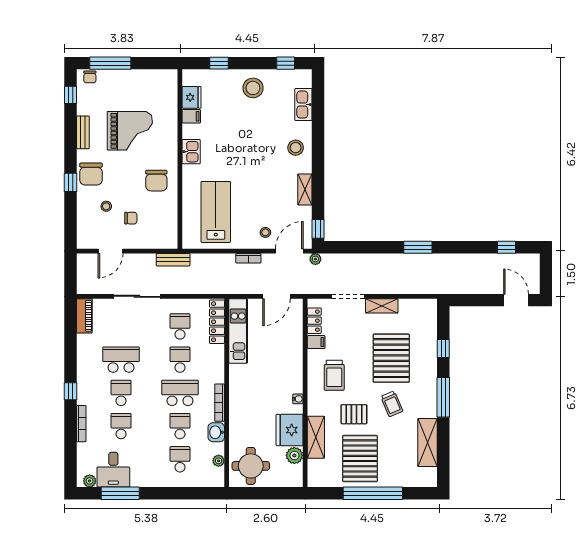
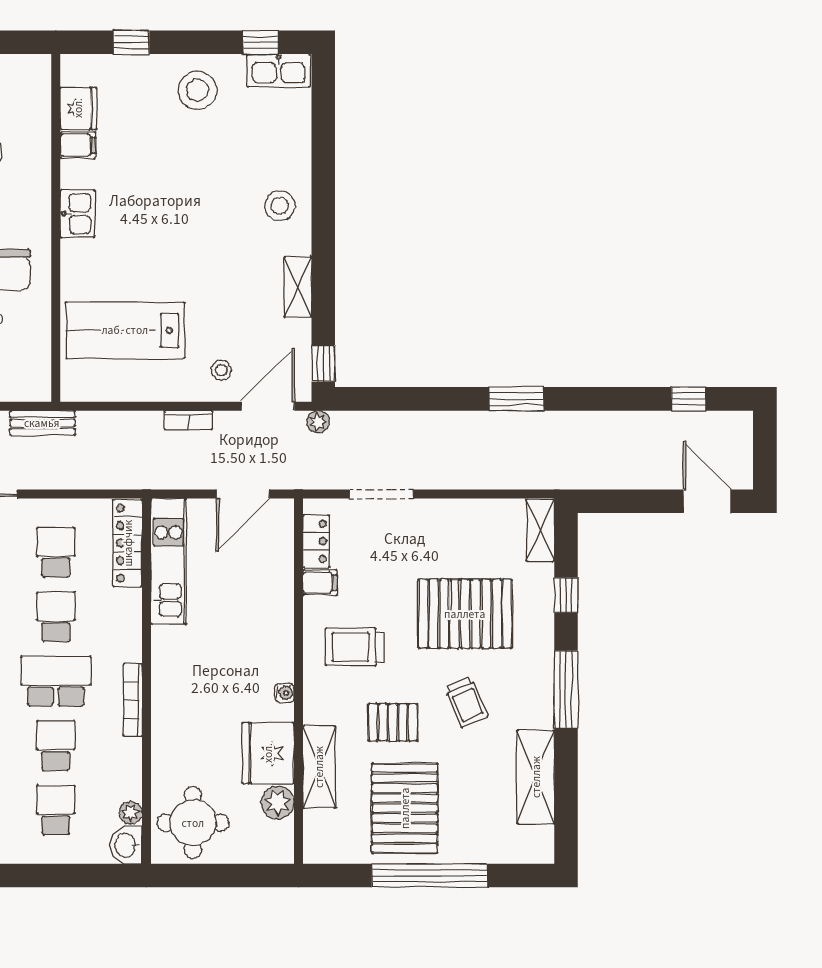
kitchen sink: (303, 105) -> (279, 70), moved, turned -90
lab bench: (216, 212) -> (125, 330), turned -90
shelving: (382, 306) -> (540, 530), moved, turned 90
pallet: (391, 358) -> (465, 614), turned 90
trolley: (334, 375) -> (355, 647), turned 90
washbasin: (216, 432) -> (126, 845), moved

